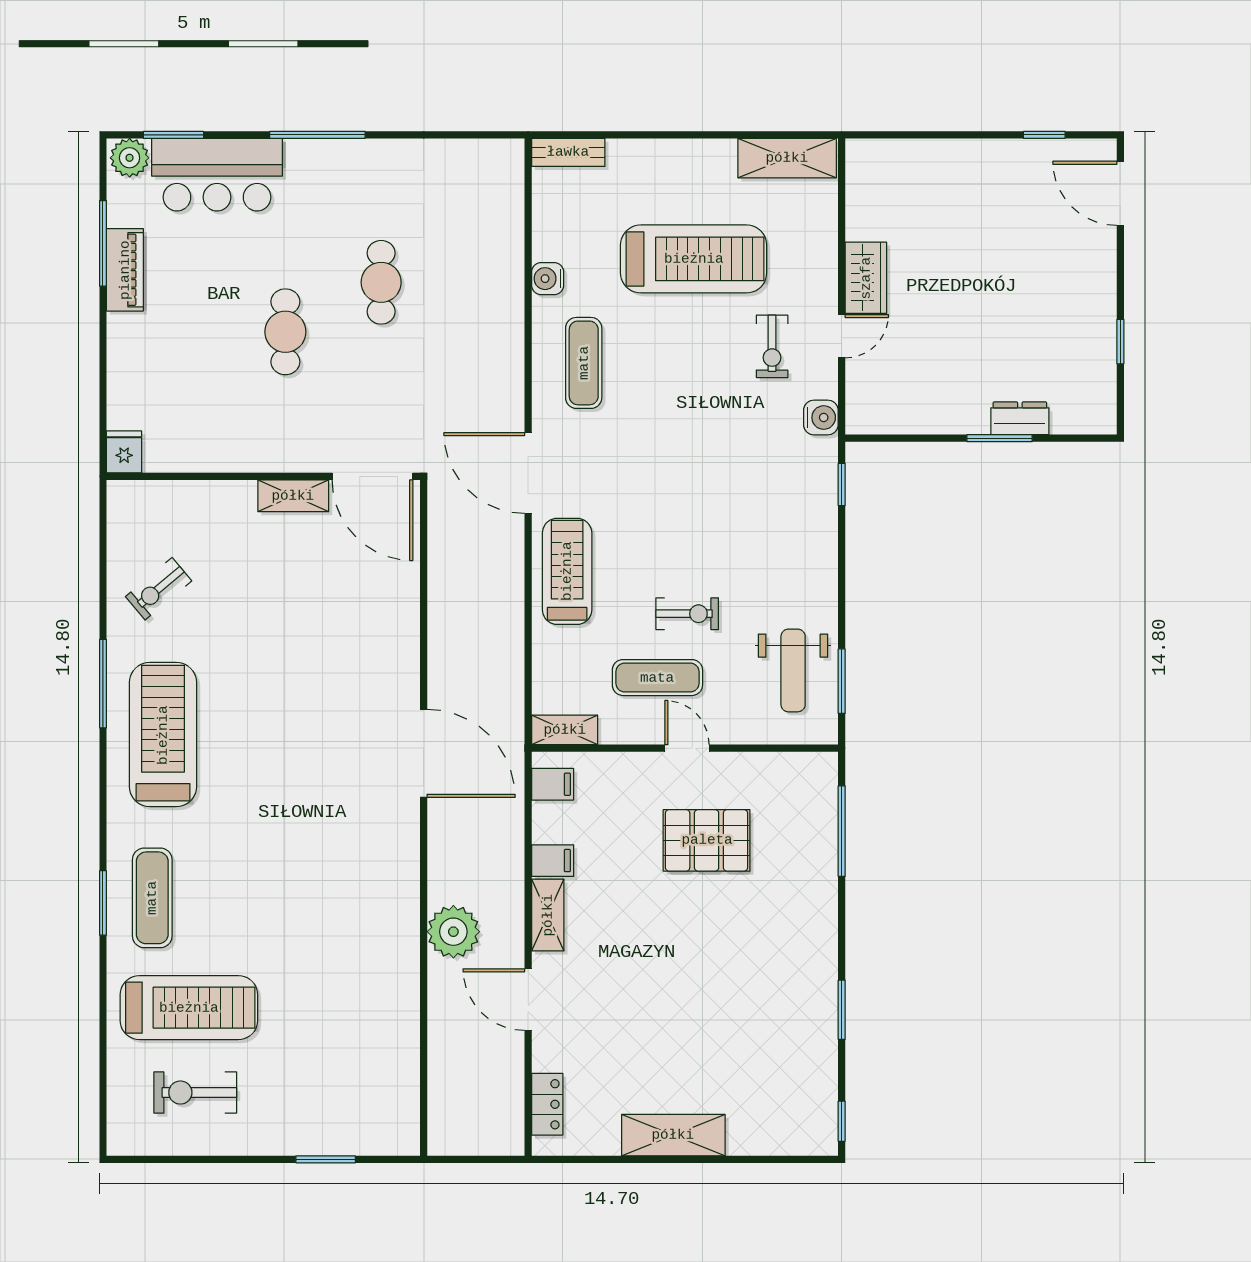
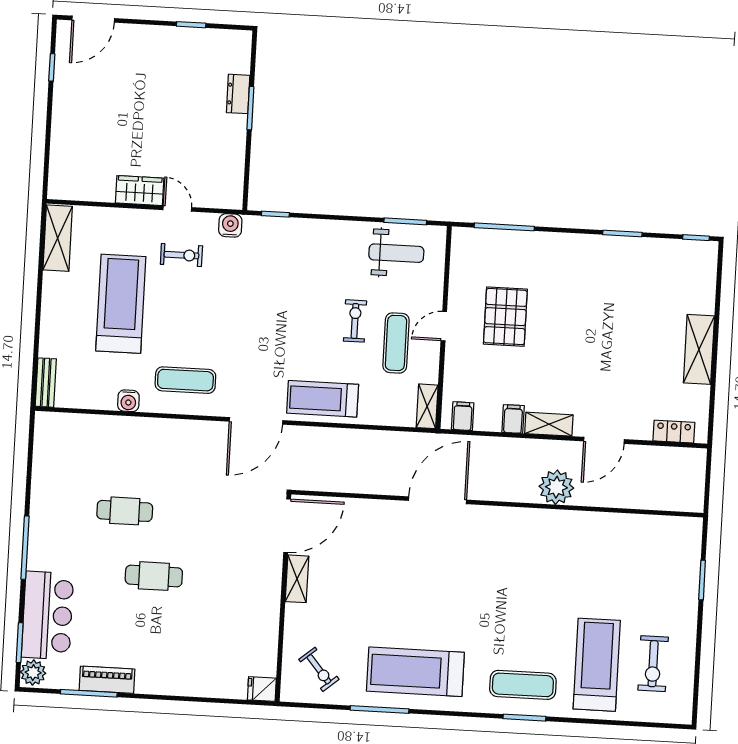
fridge: (124, 452) -> (262, 689), moved
wall: (263, 476) -> (283, 598), moved
door: (372, 476) -> (287, 526), moved
shelving: (293, 496) -> (297, 579), moved

